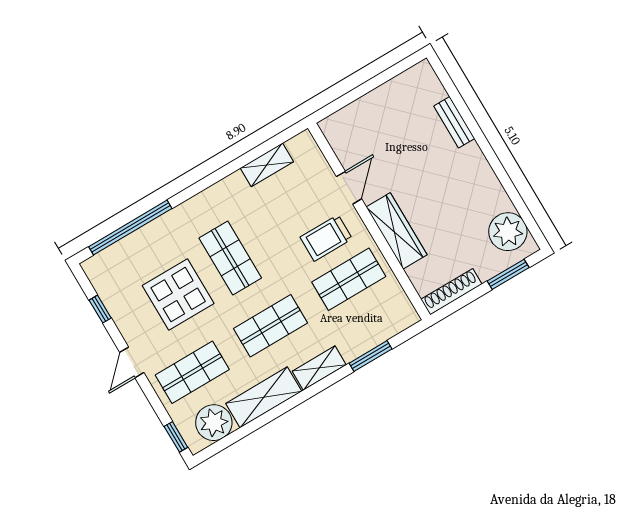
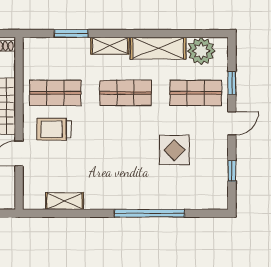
window: (130, 228) -> (149, 213), moved
trolley: (326, 238) -> (54, 129), turned 180
shop shelf: (230, 258) -> (125, 154), removed
display table: (178, 295) -> (174, 150), width x0.73, depth x0.73
window: (176, 437) -> (232, 83), moved

